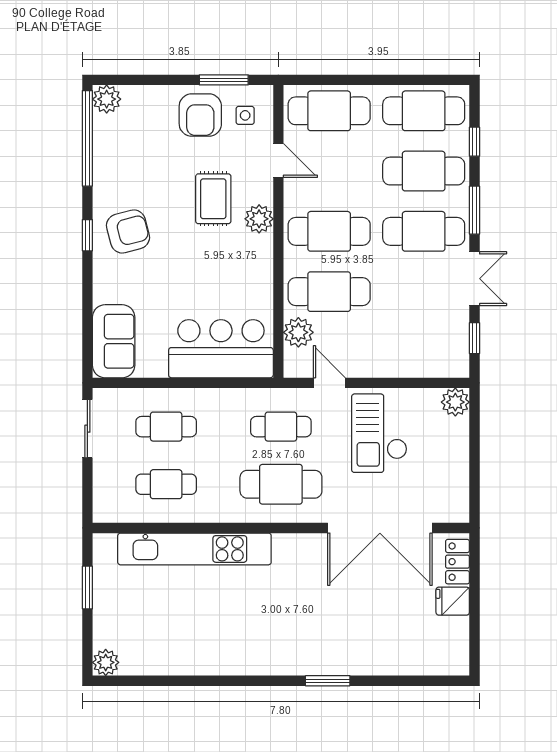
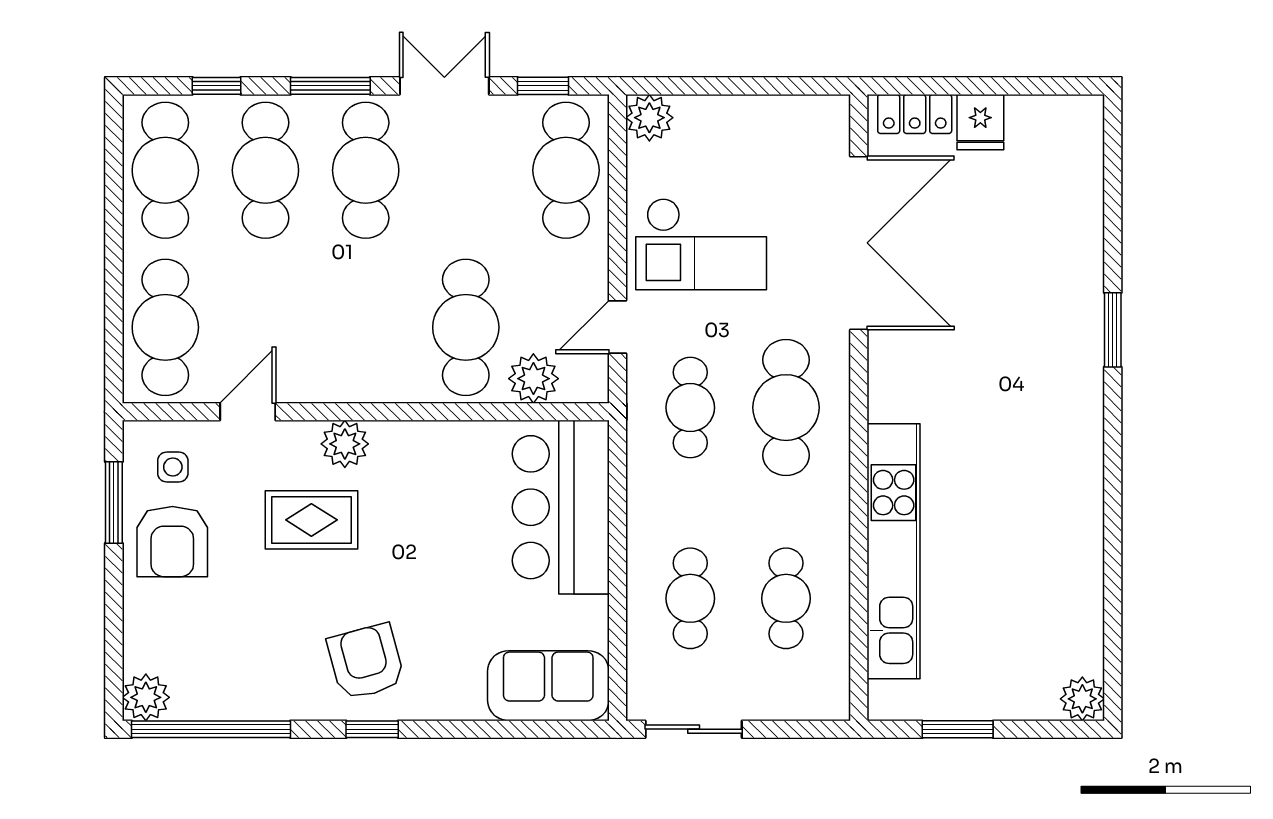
armchair: (200, 115) -> (172, 542), turned 90
cafe table: (329, 231) -> (566, 170), moved

